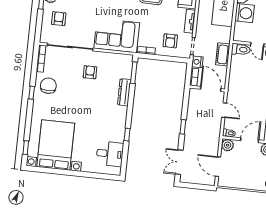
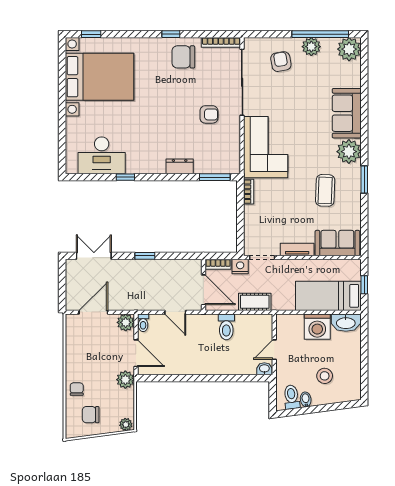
armchair: (59, 19) -> (281, 62), turned -100
armchair: (170, 41) -> (266, 225), removed
toilet: (241, 49) -> (226, 327), moved
chair: (48, 86) -> (183, 57), turned 180
door: (211, 89) -> (203, 290), hinge flipped
dresser: (124, 92) -> (180, 166), width x0.70
door: (224, 110) -> (175, 312), hinge flipped
desk: (110, 154) -> (102, 155), width x1.37

